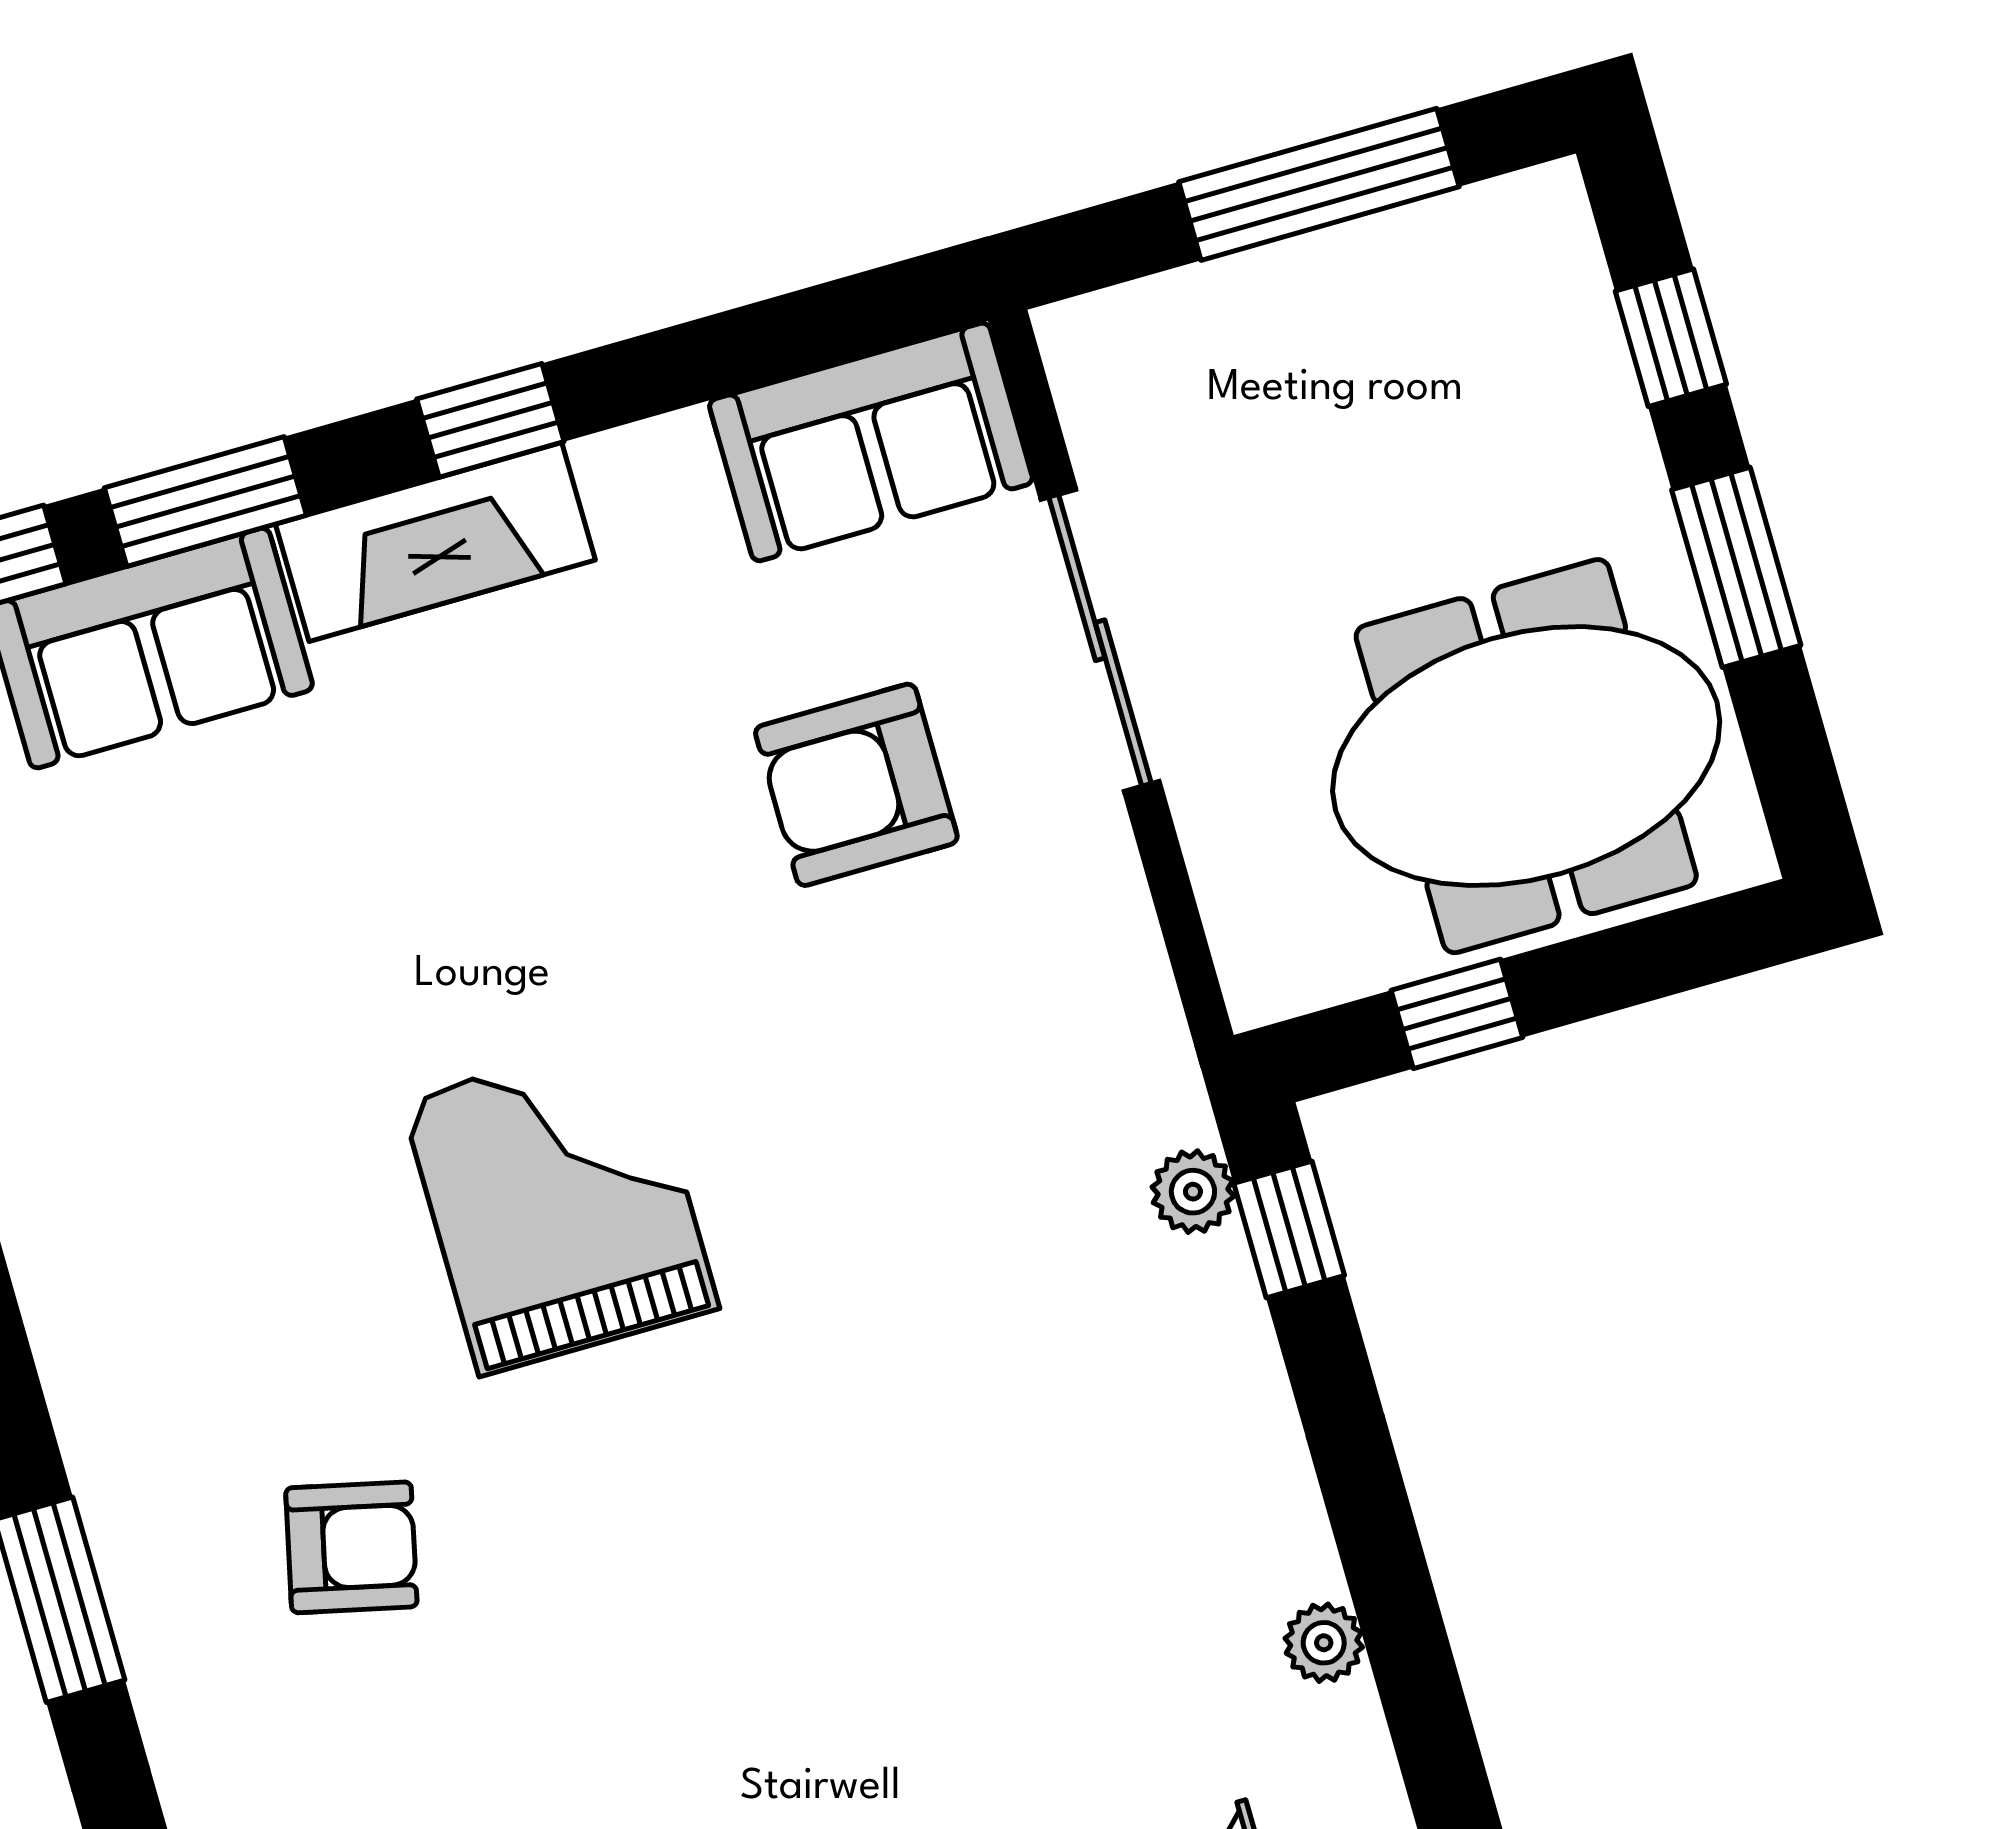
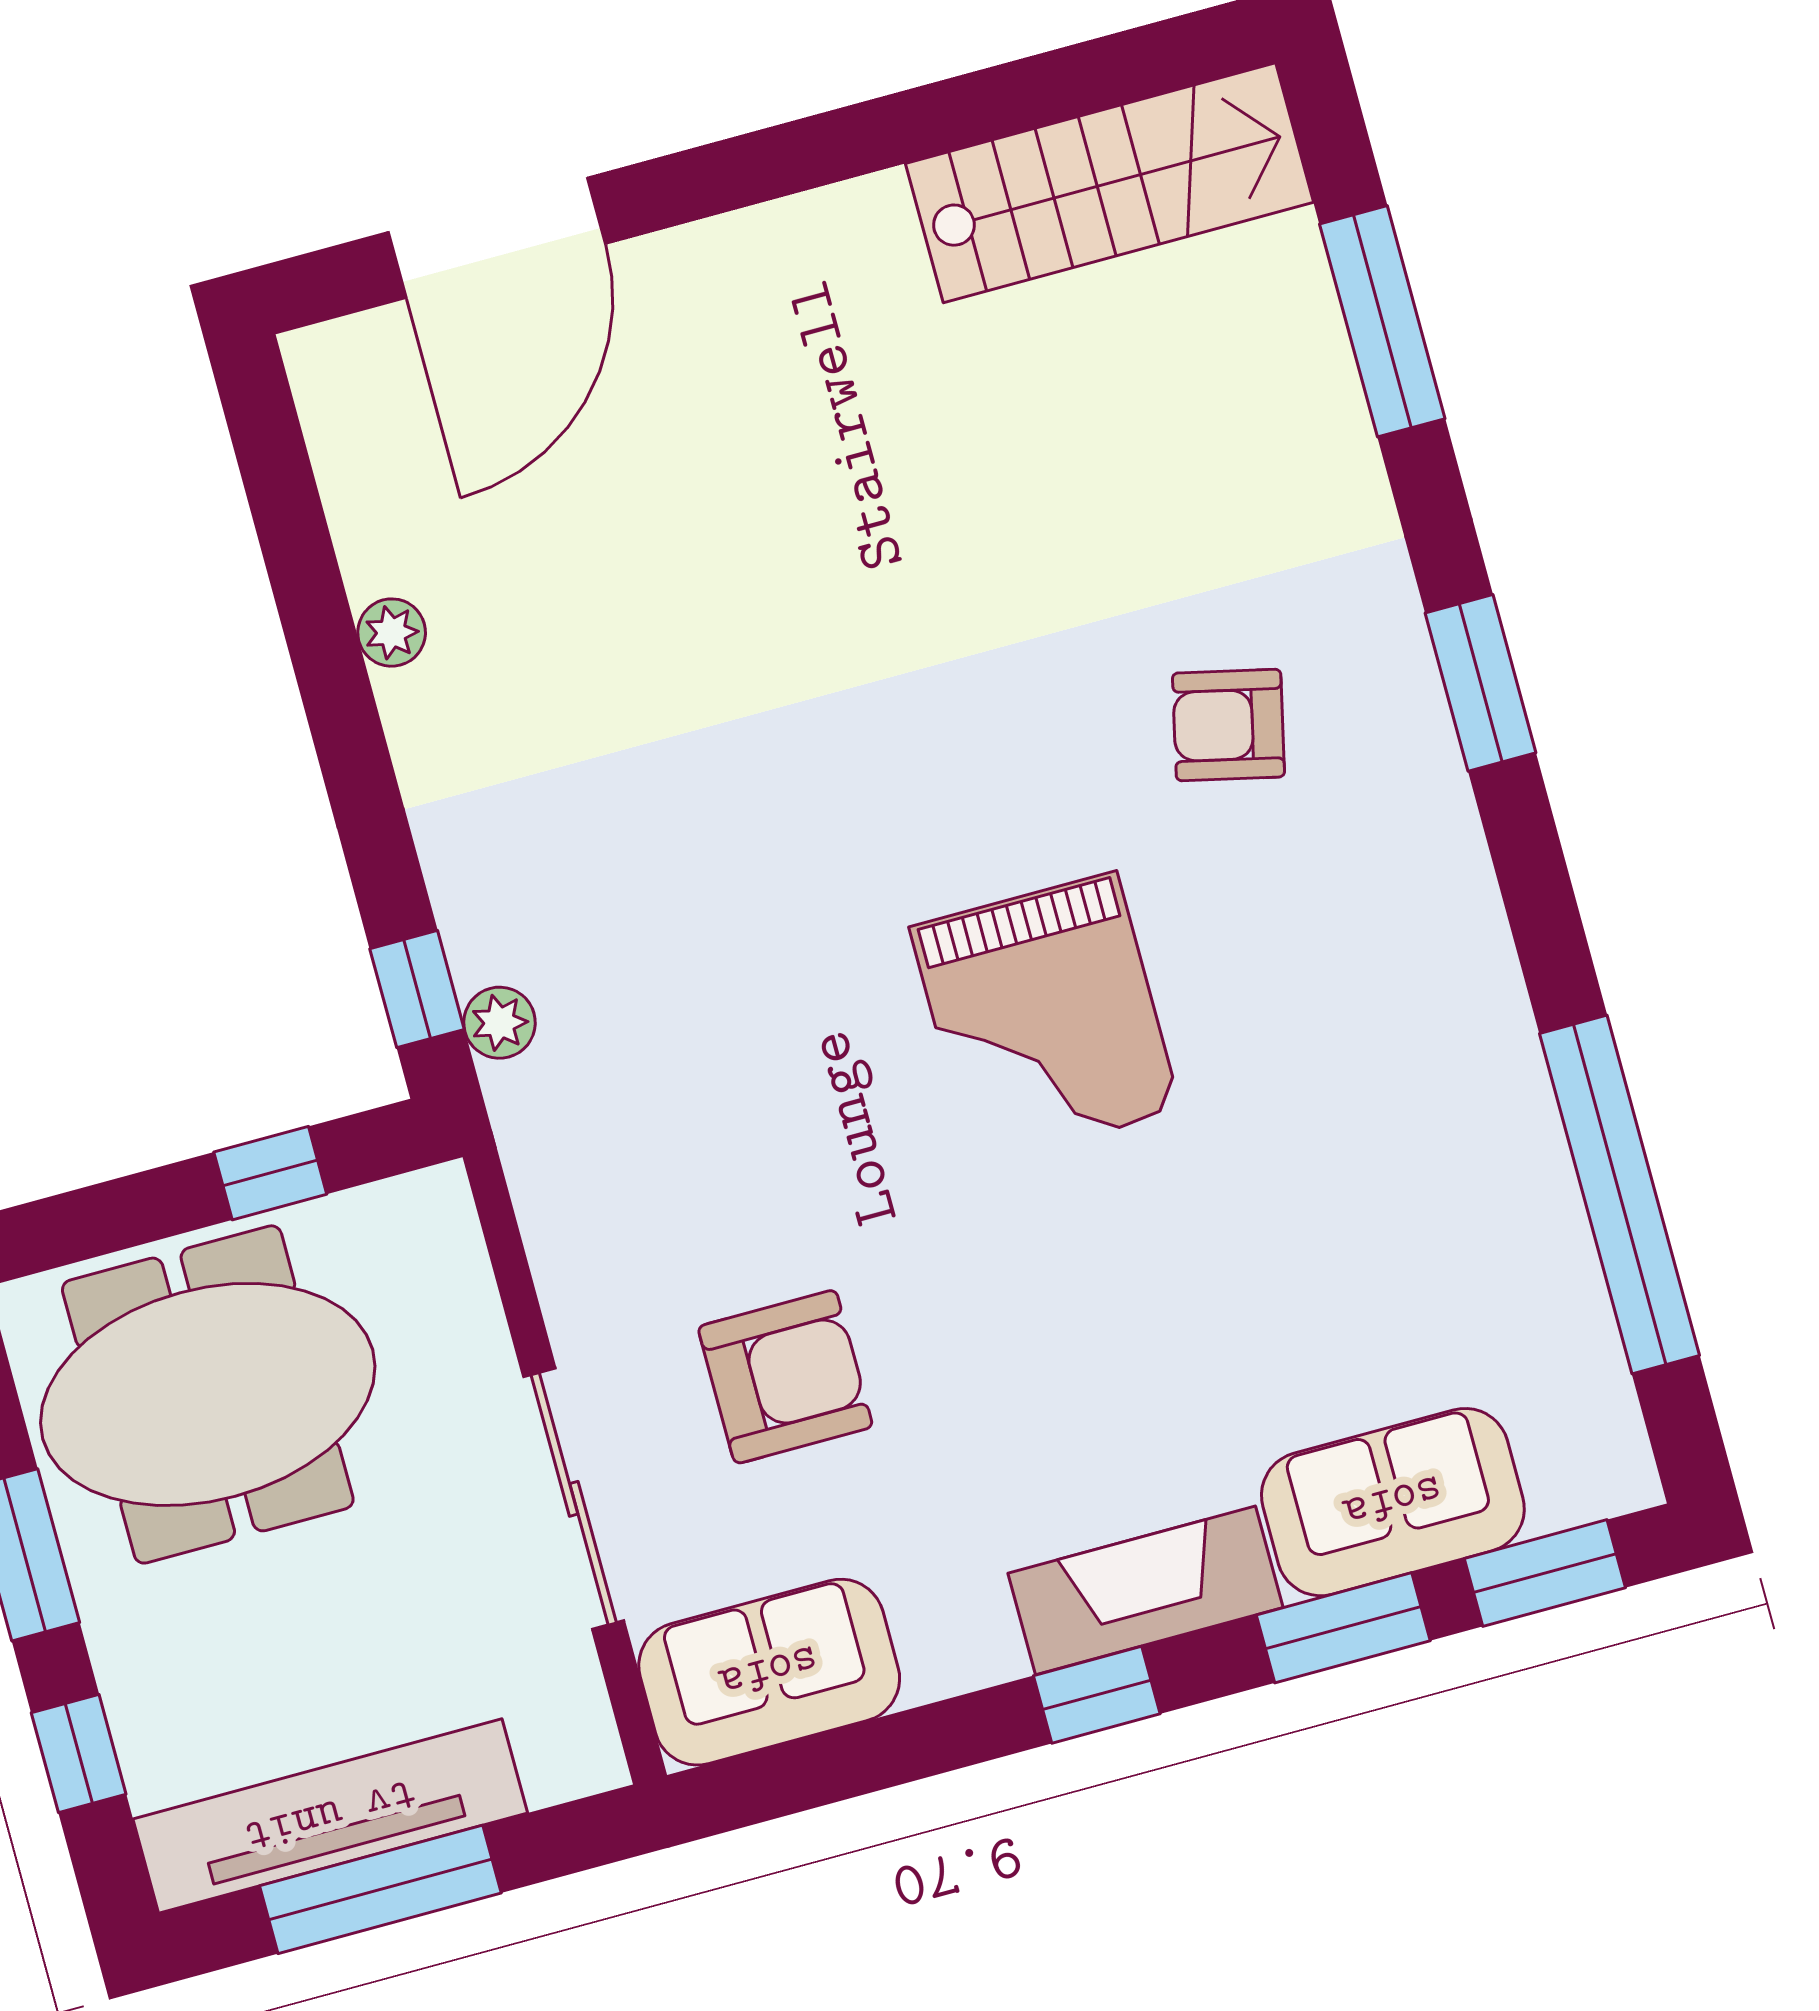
tv unit: (1378, 269) -> (330, 1816), added

